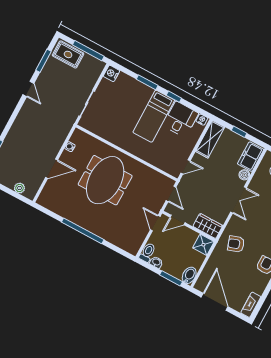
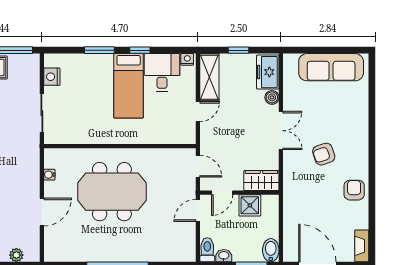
nightstand: (111, 73) -> (52, 77), moved
door: (185, 167) -> (198, 112), moved
meeting table: (105, 180) -> (112, 192), turned 90
door: (155, 223) -> (198, 210), hinge flipped
armchair: (236, 244) -> (324, 154), moved
shower: (203, 245) -> (250, 205), moved

